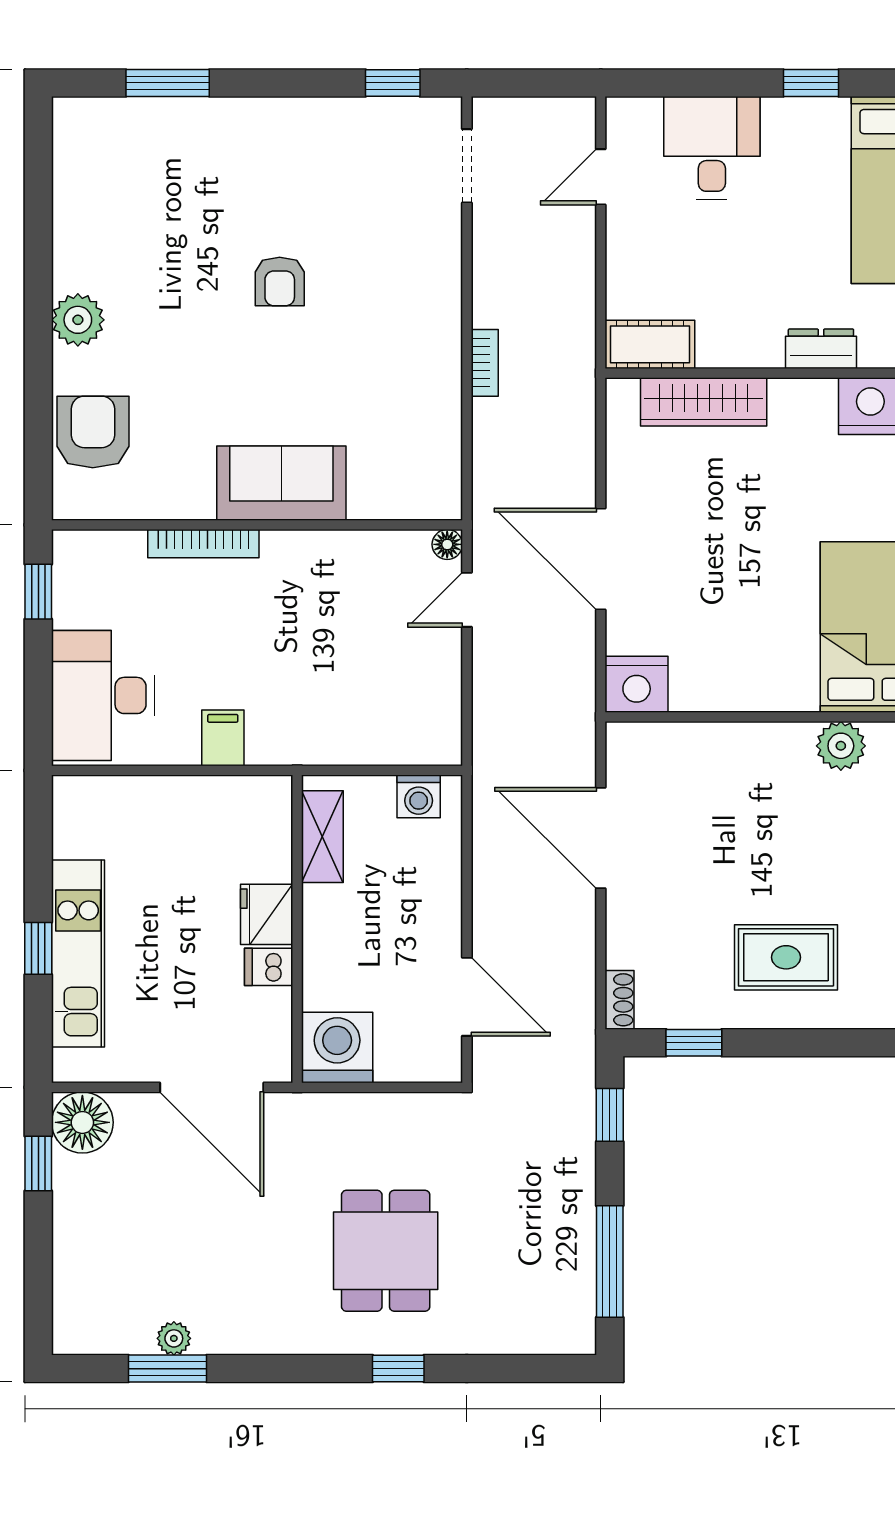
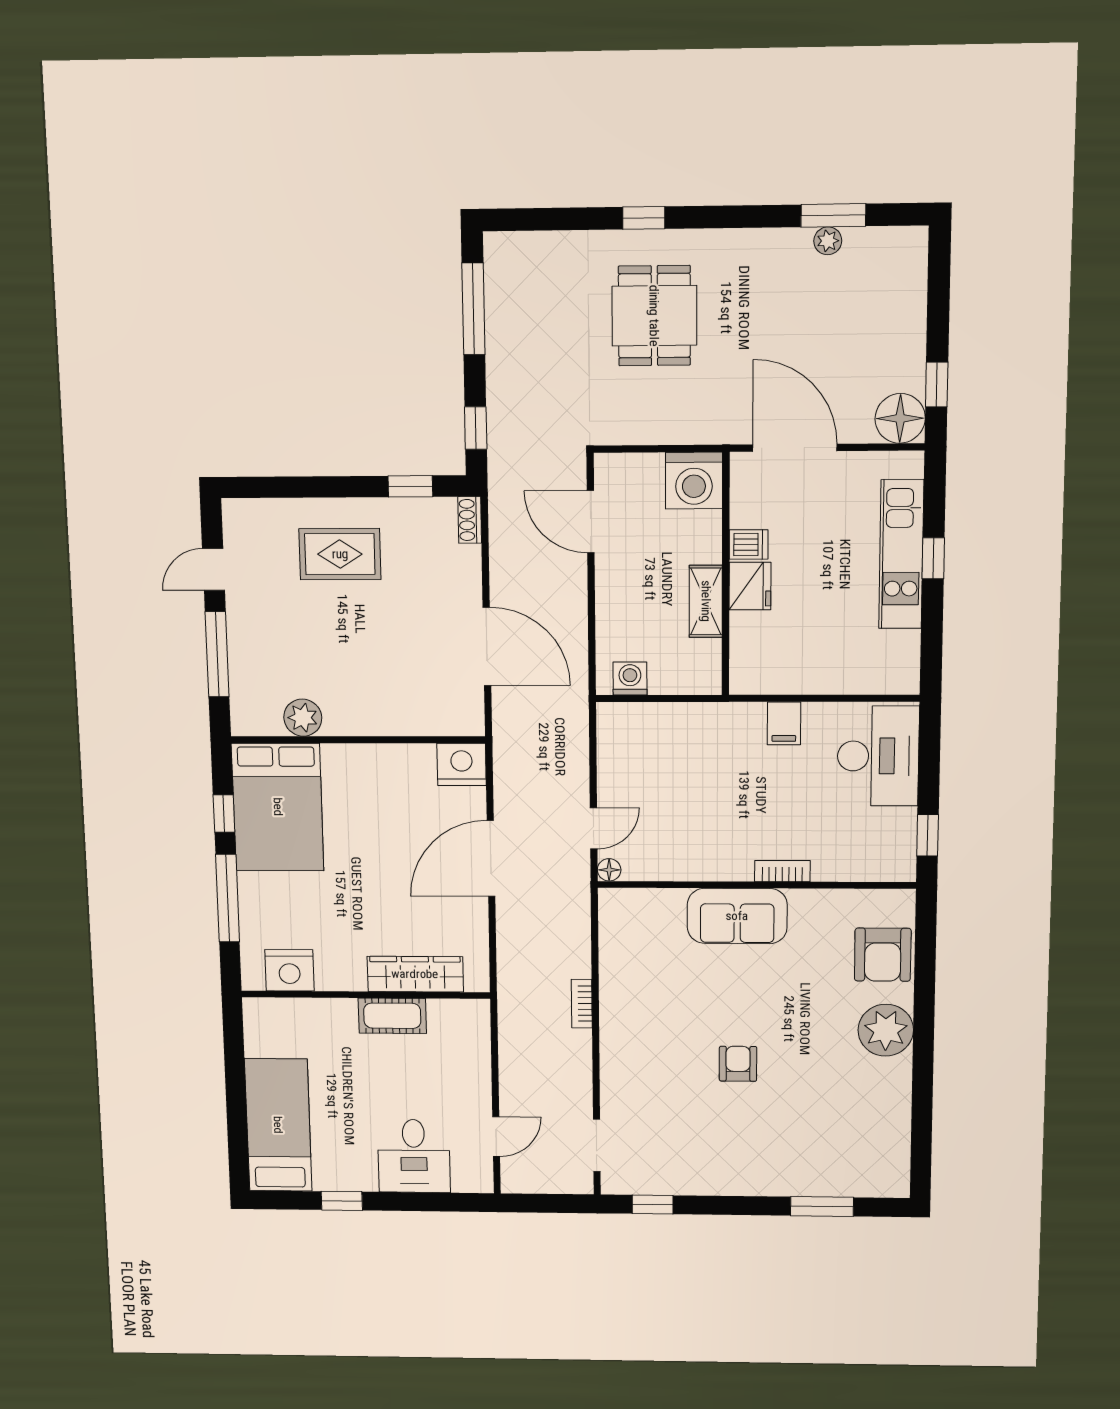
plant: (78, 320) -> (886, 1030), width x1.36, depth x1.36
cot: (650, 344) -> (392, 1016), moved
dresser: (821, 349) -> (328, 1012), removed
bookcase: (203, 544) -> (782, 871), width x0.64
door: (601, 559) -> (491, 859), swing flipped
shelving: (322, 837) -> (706, 601), moved

